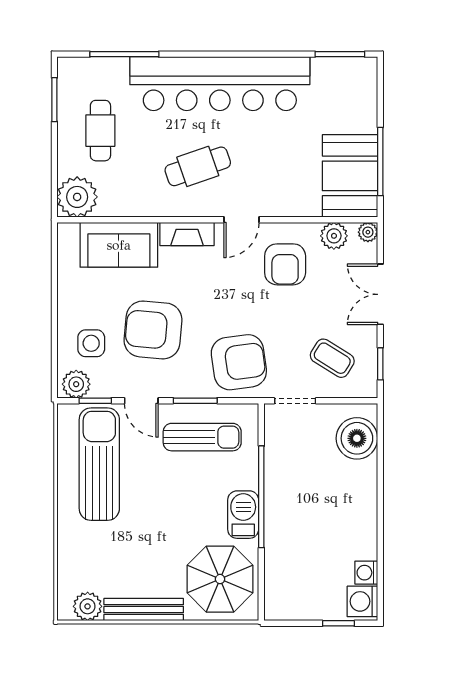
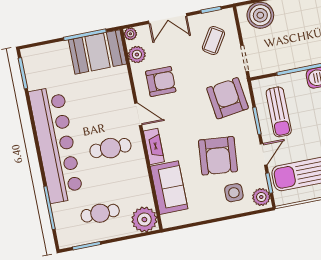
cafe table: (198, 166) -> (110, 148), turned -71
sun lounger: (202, 437) -> (279, 112), turned 180

